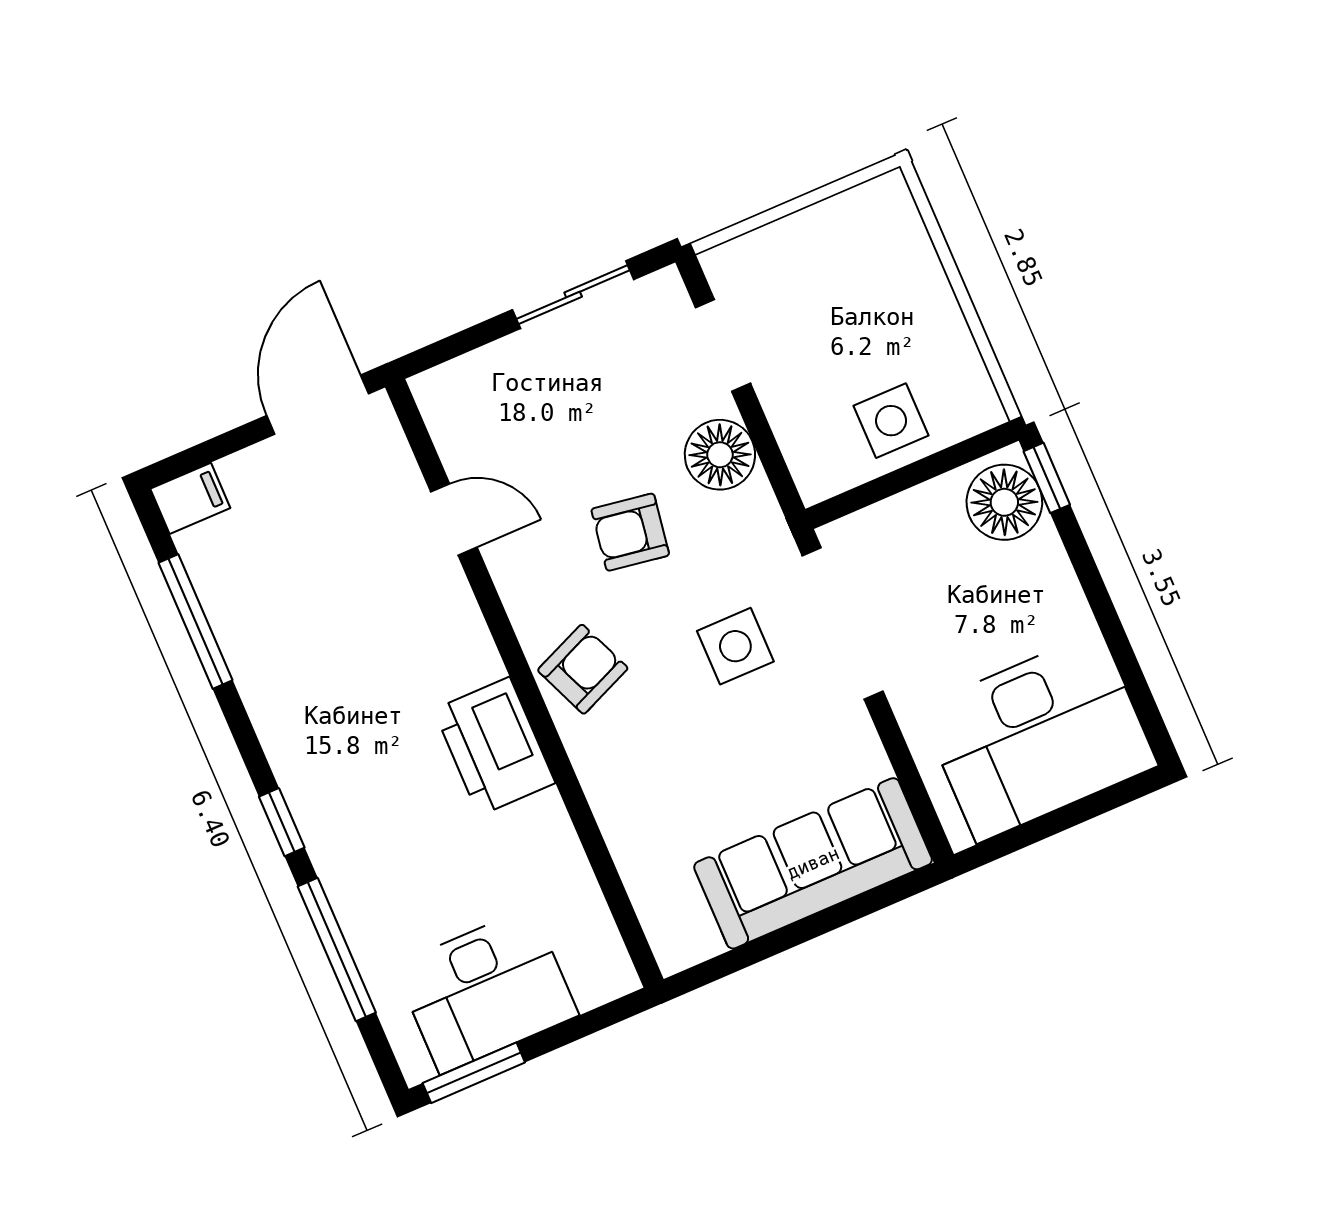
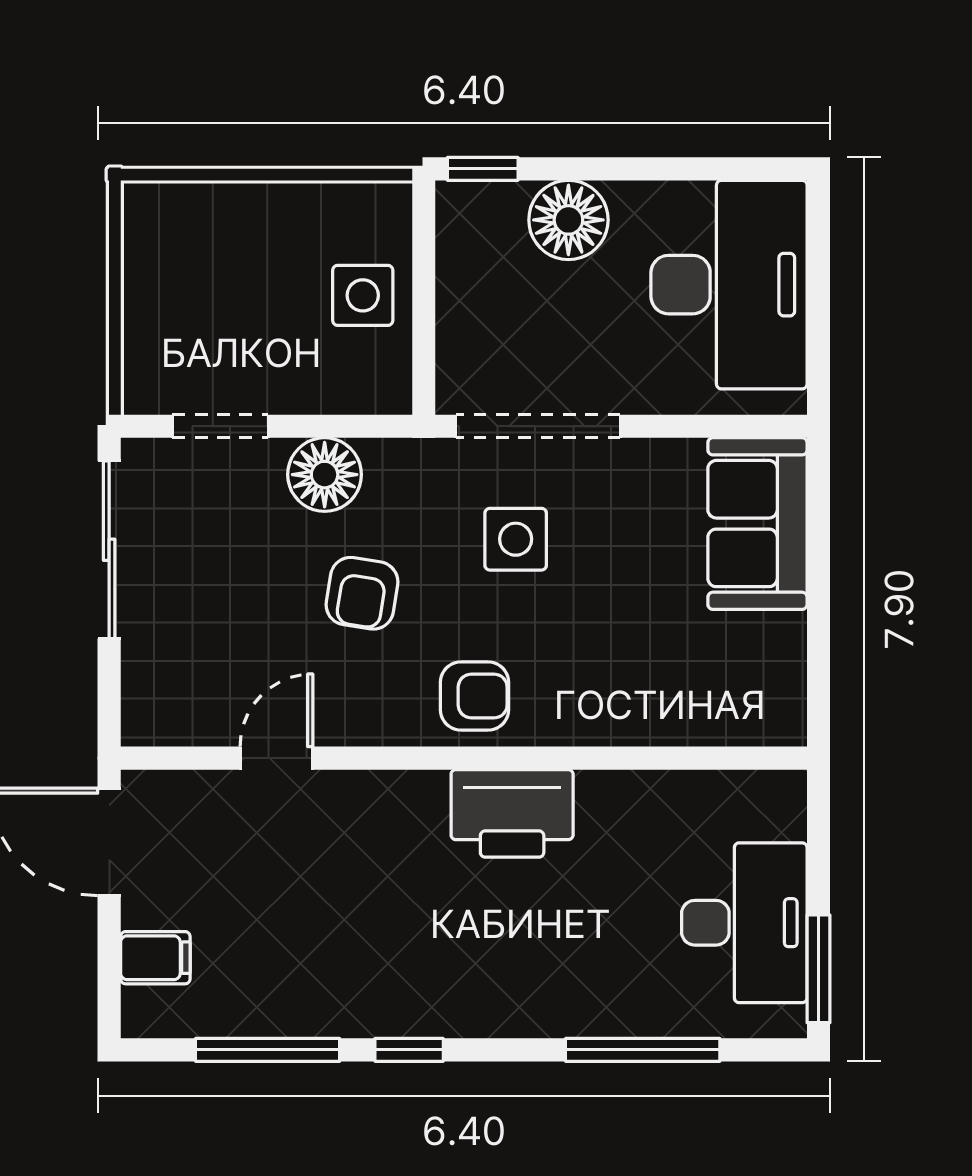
sliding door: (573, 295) -> (109, 550), width x1.37
filing cabinet: (190, 498) -> (155, 958), moved, turned 90
floor lamp: (1004, 502) -> (568, 220), moved
armchair: (583, 669) -> (474, 696), turned 113
window: (282, 822) -> (409, 1050), moved
sofa: (813, 863) -> (757, 524), width x0.73

